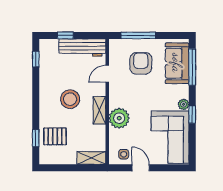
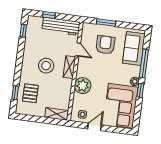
window: (138, 35) -> (106, 23), width x0.69
window: (192, 67) -> (144, 63), moved
door: (107, 74) -> (78, 50), swing flipped
shelving: (99, 110) -> (69, 67), moved
pallet: (55, 136) -> (30, 93), turned 90
door: (141, 168) -> (94, 127), hinge flipped

